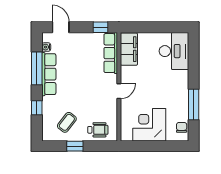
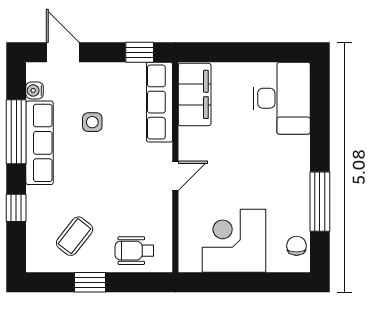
side table: (76, 63) -> (92, 122), added
wheelchair: (98, 130) -> (134, 251), turned 180

